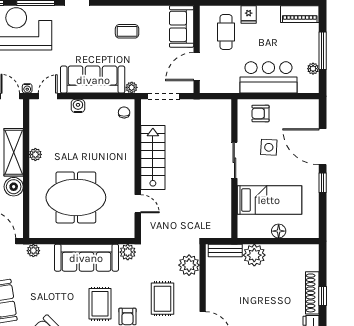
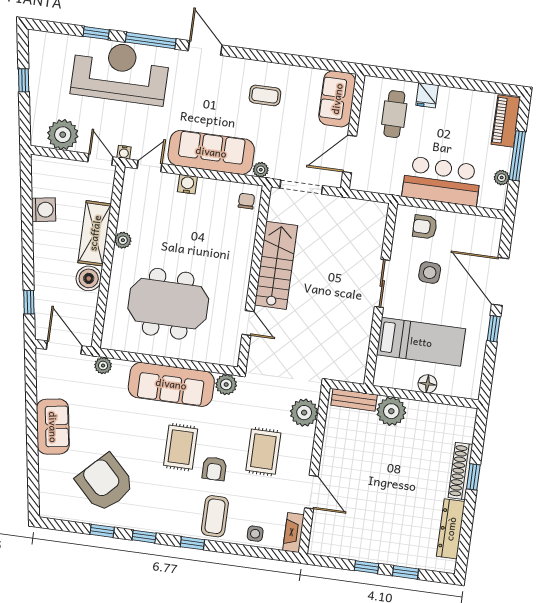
piano: (300, 14) -> (506, 121), moved, turned 90

